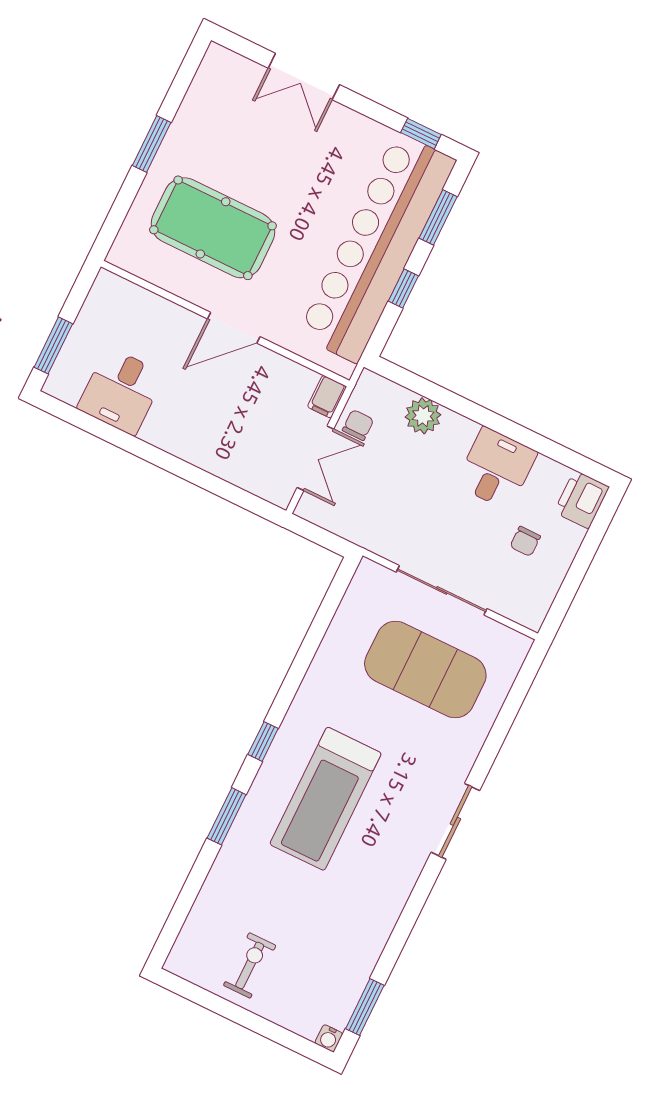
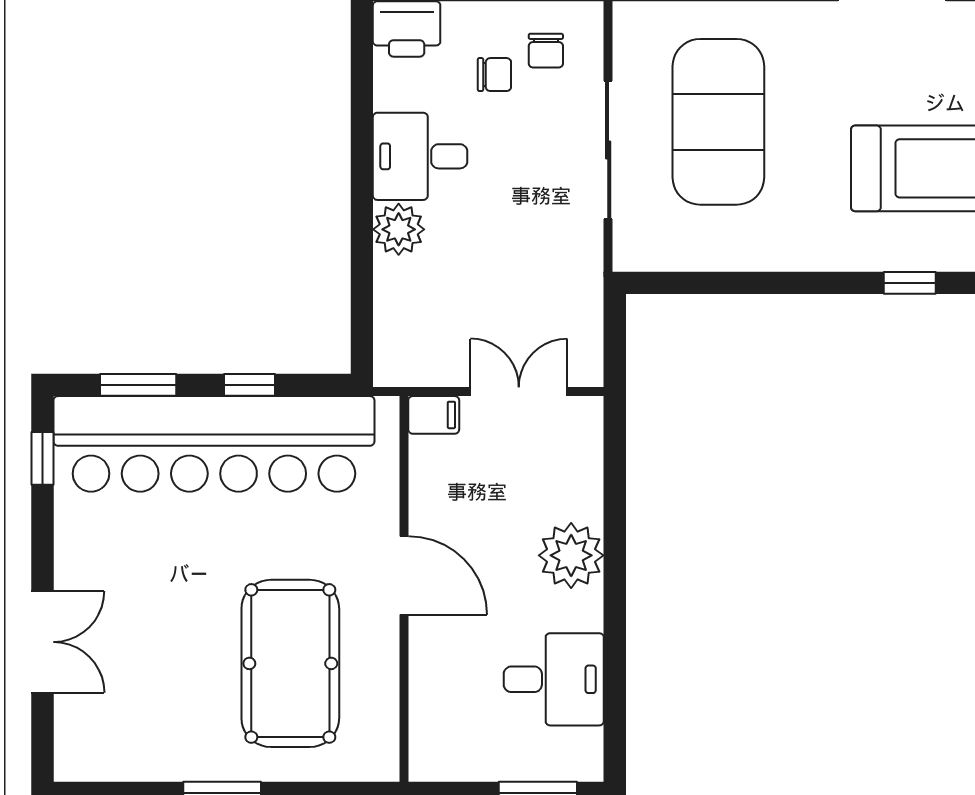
plant: (423, 416) -> (399, 229), moved
chair: (358, 425) -> (546, 51), moved, turned -90
plant: (194, 441) -> (571, 555), added

